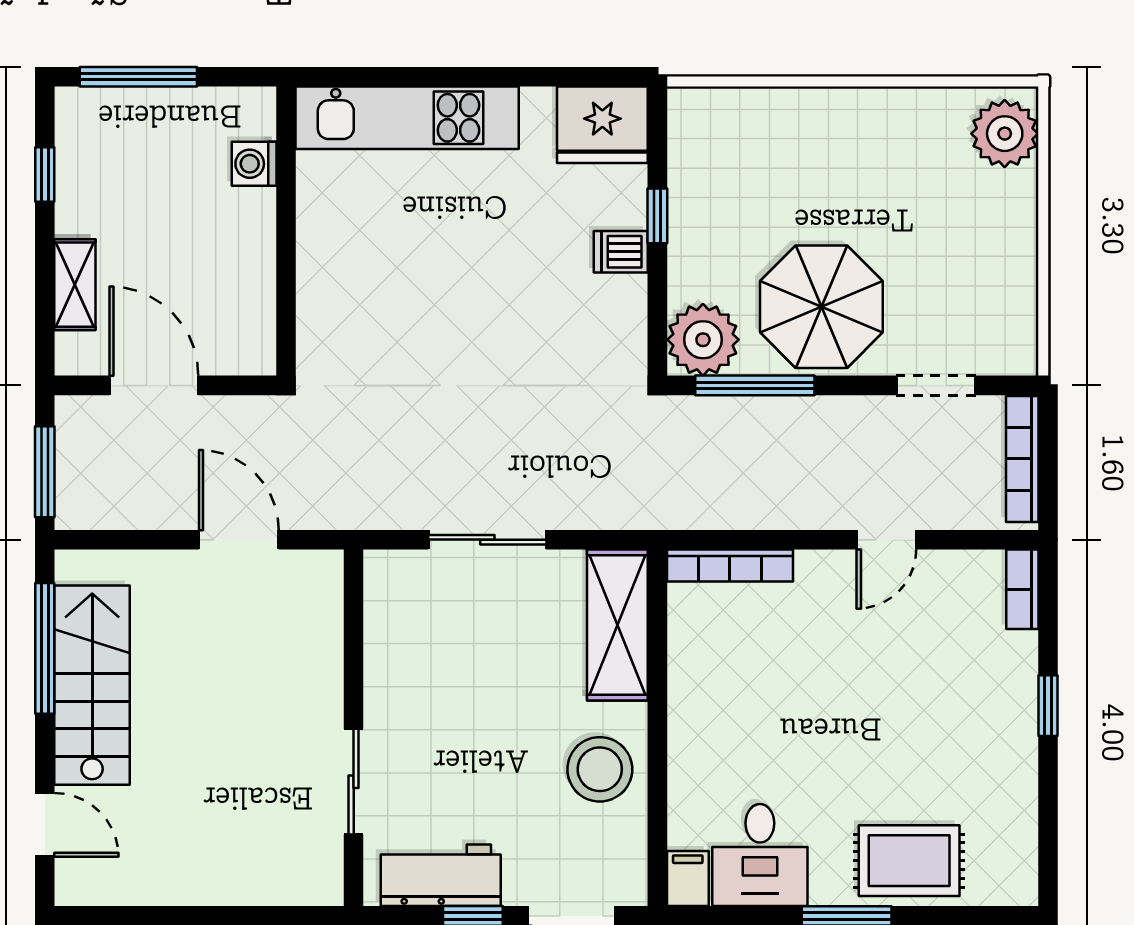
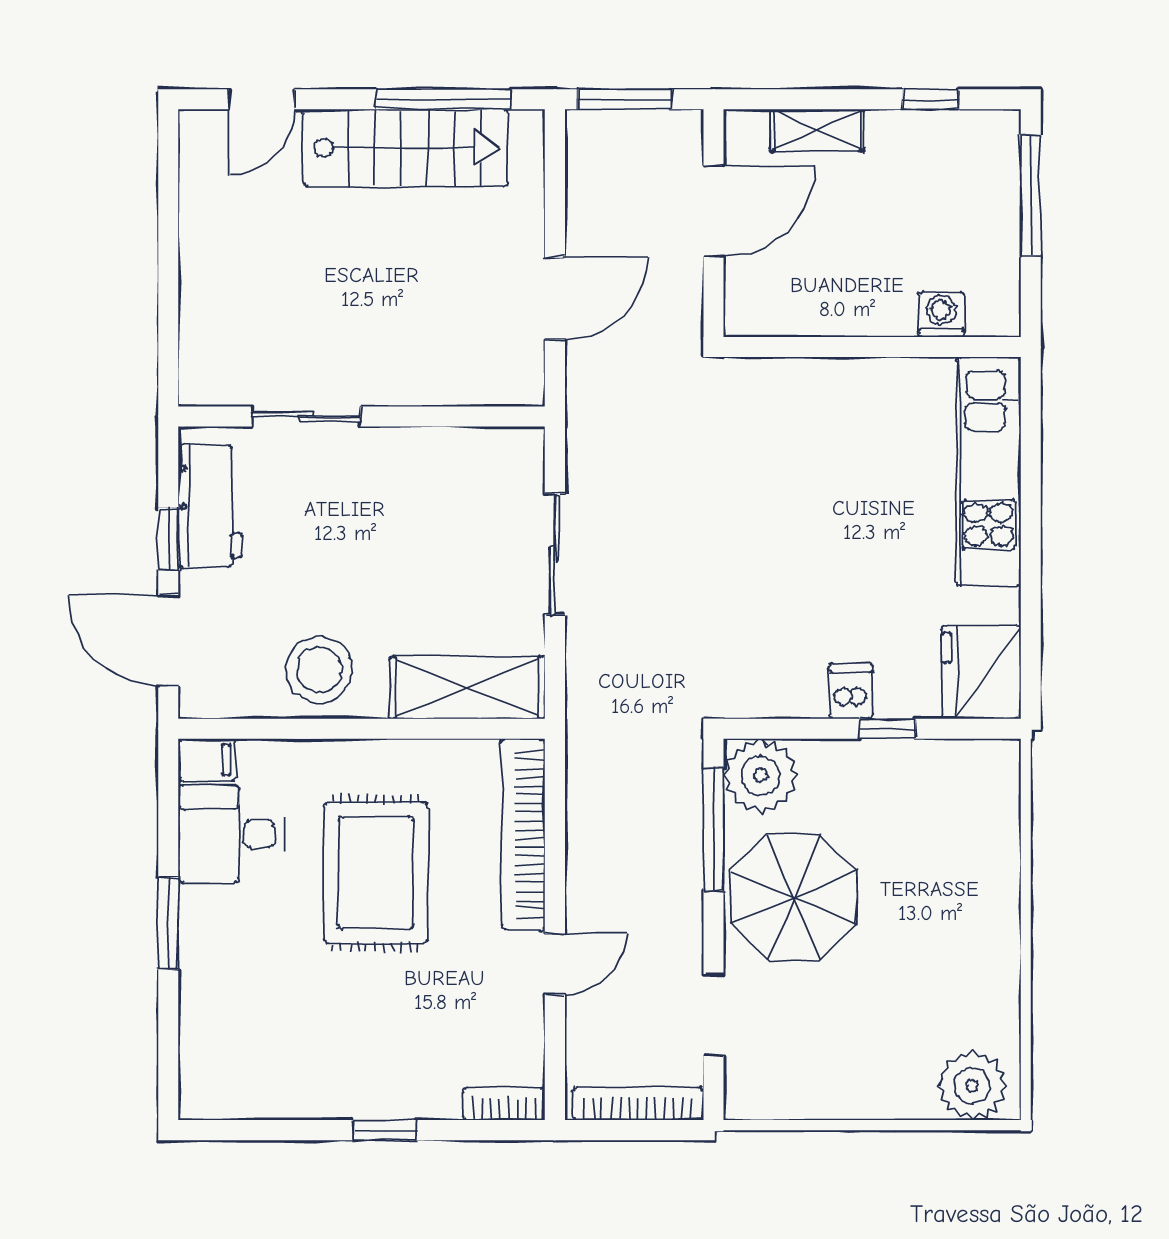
door: (886, 540) -> (555, 964), swing flipped
bookcase: (730, 565) -> (523, 834), width x1.48, depth x1.31
rug: (909, 861) -> (376, 873), moved, width x1.36, depth x1.43

